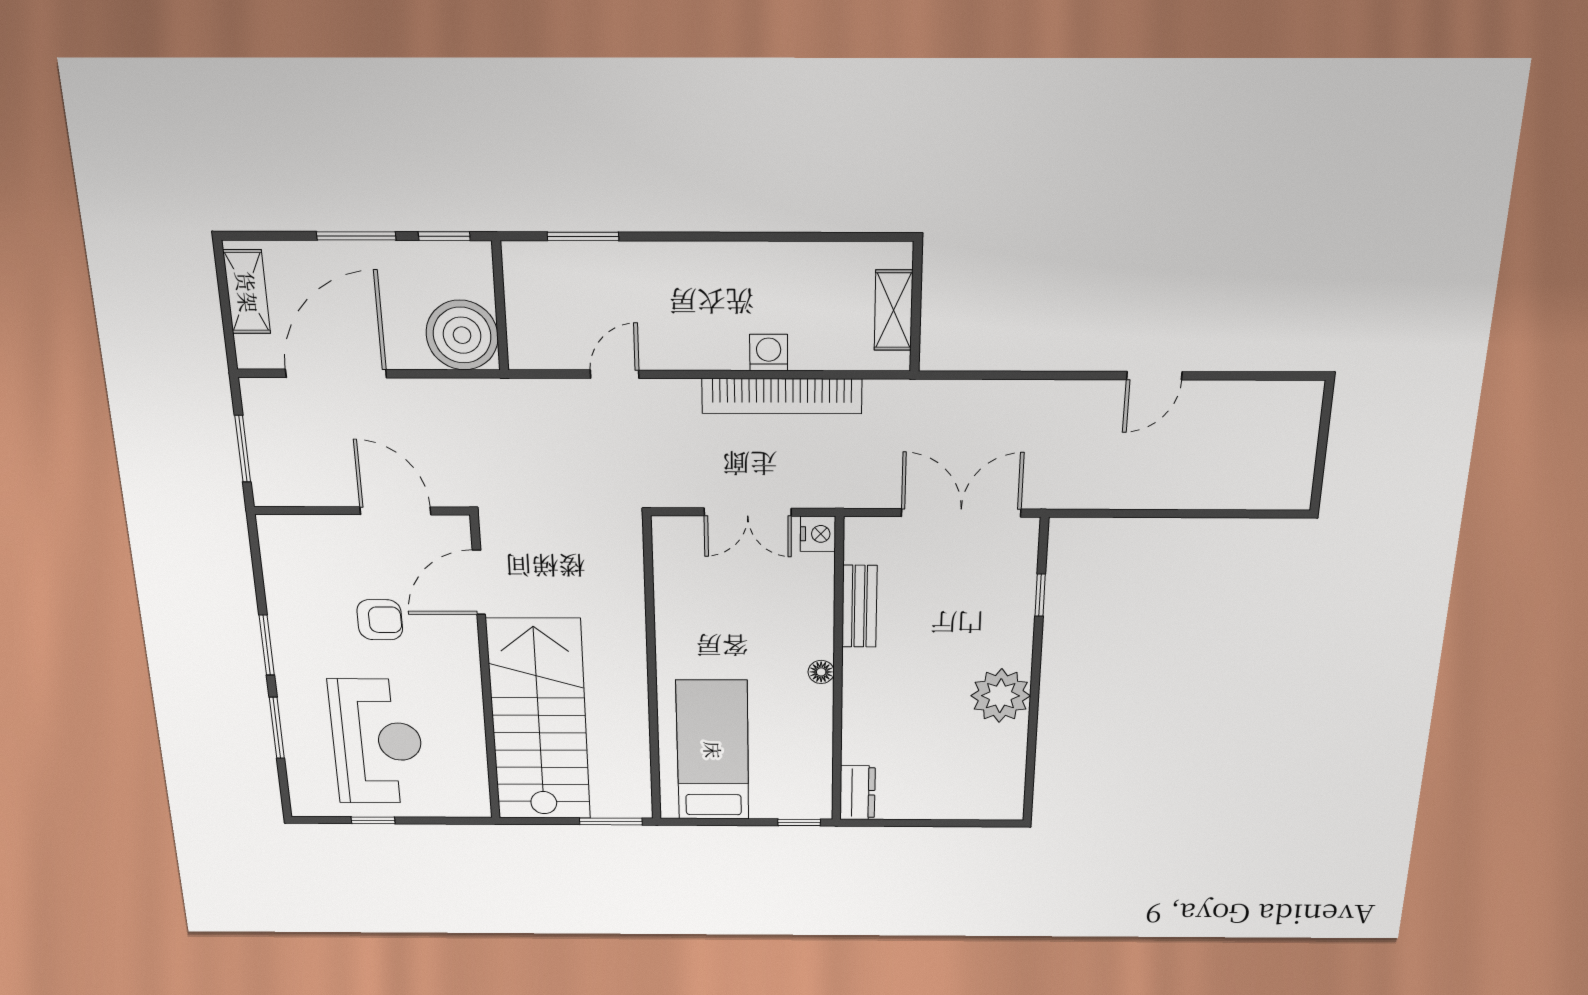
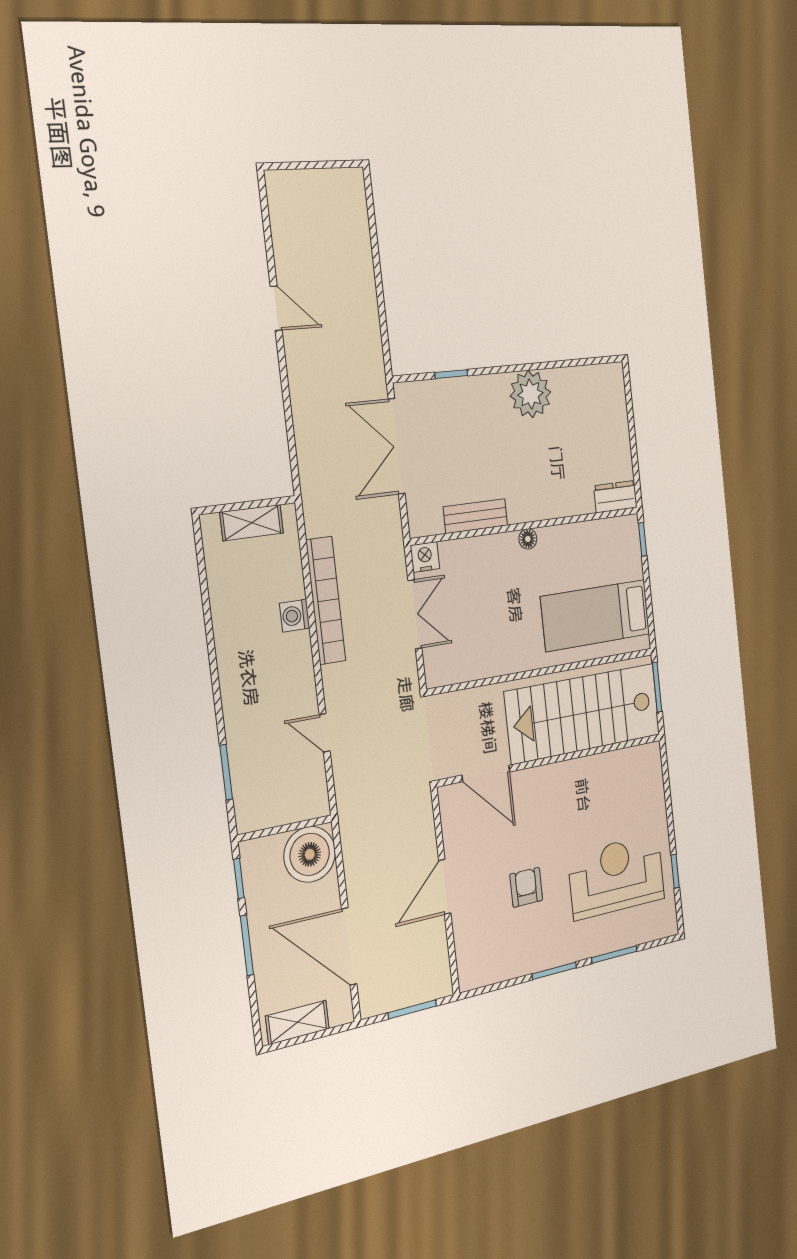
door: (479, 582) -> (486, 773), moved
wall: (485, 672) -> (552, 760), moved
stairs: (539, 720) -> (583, 713), moved

